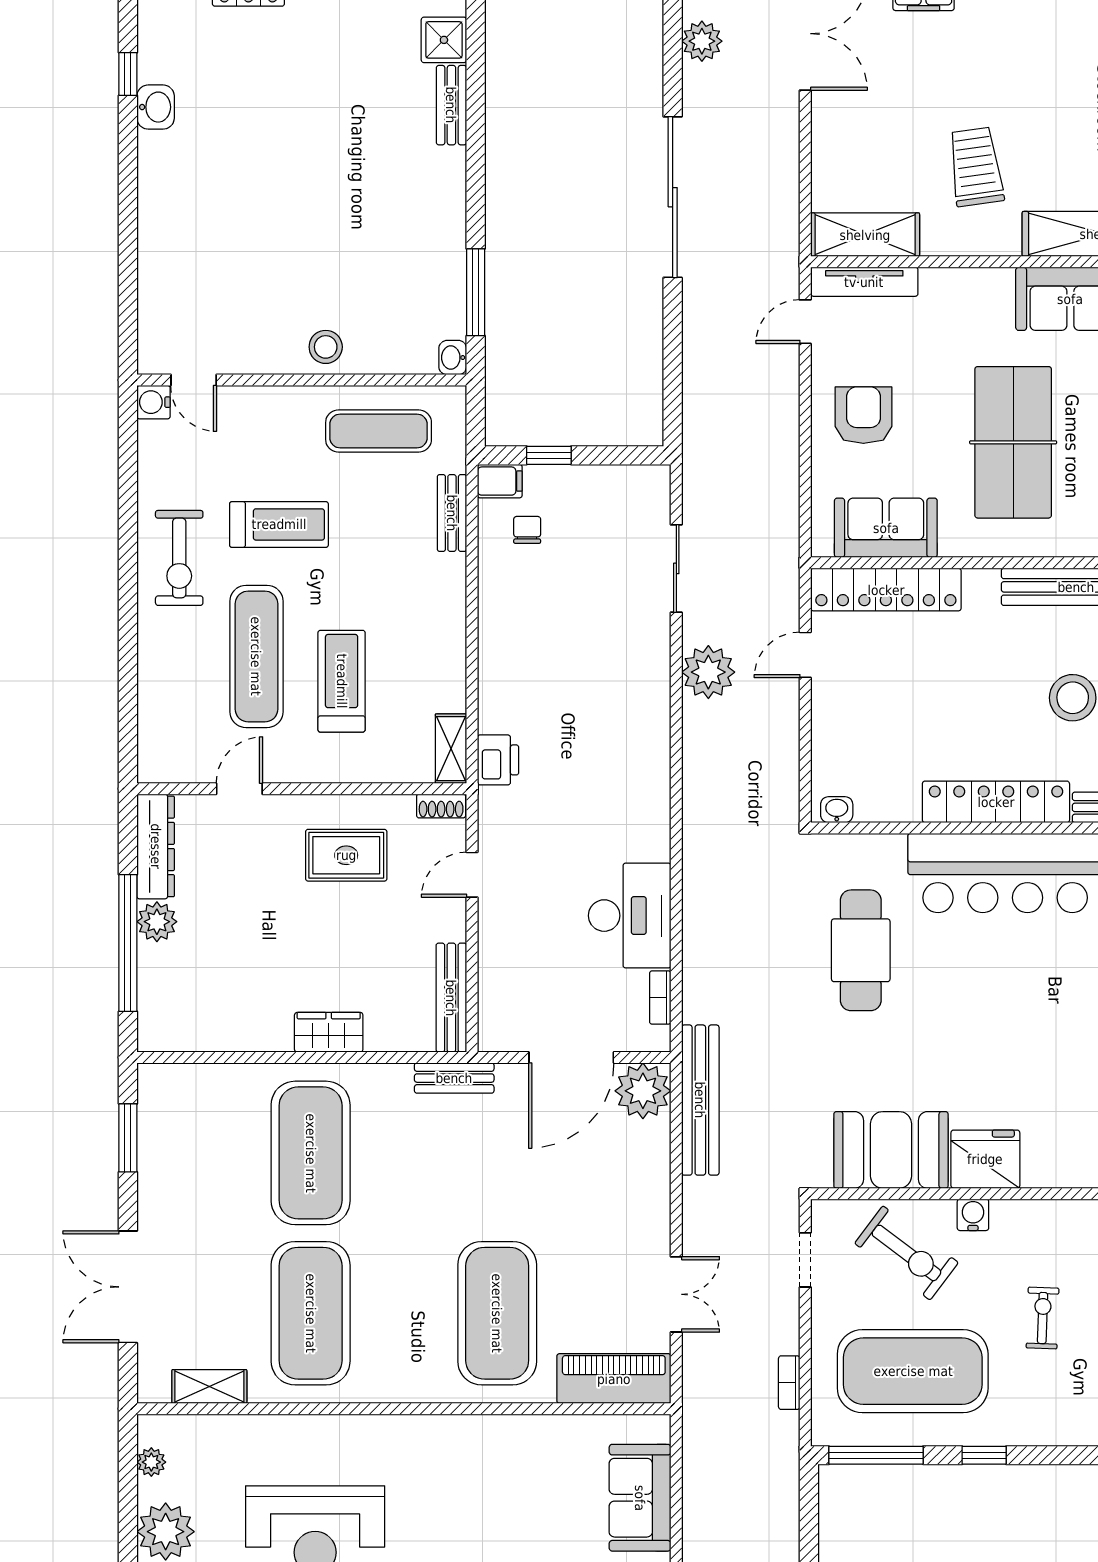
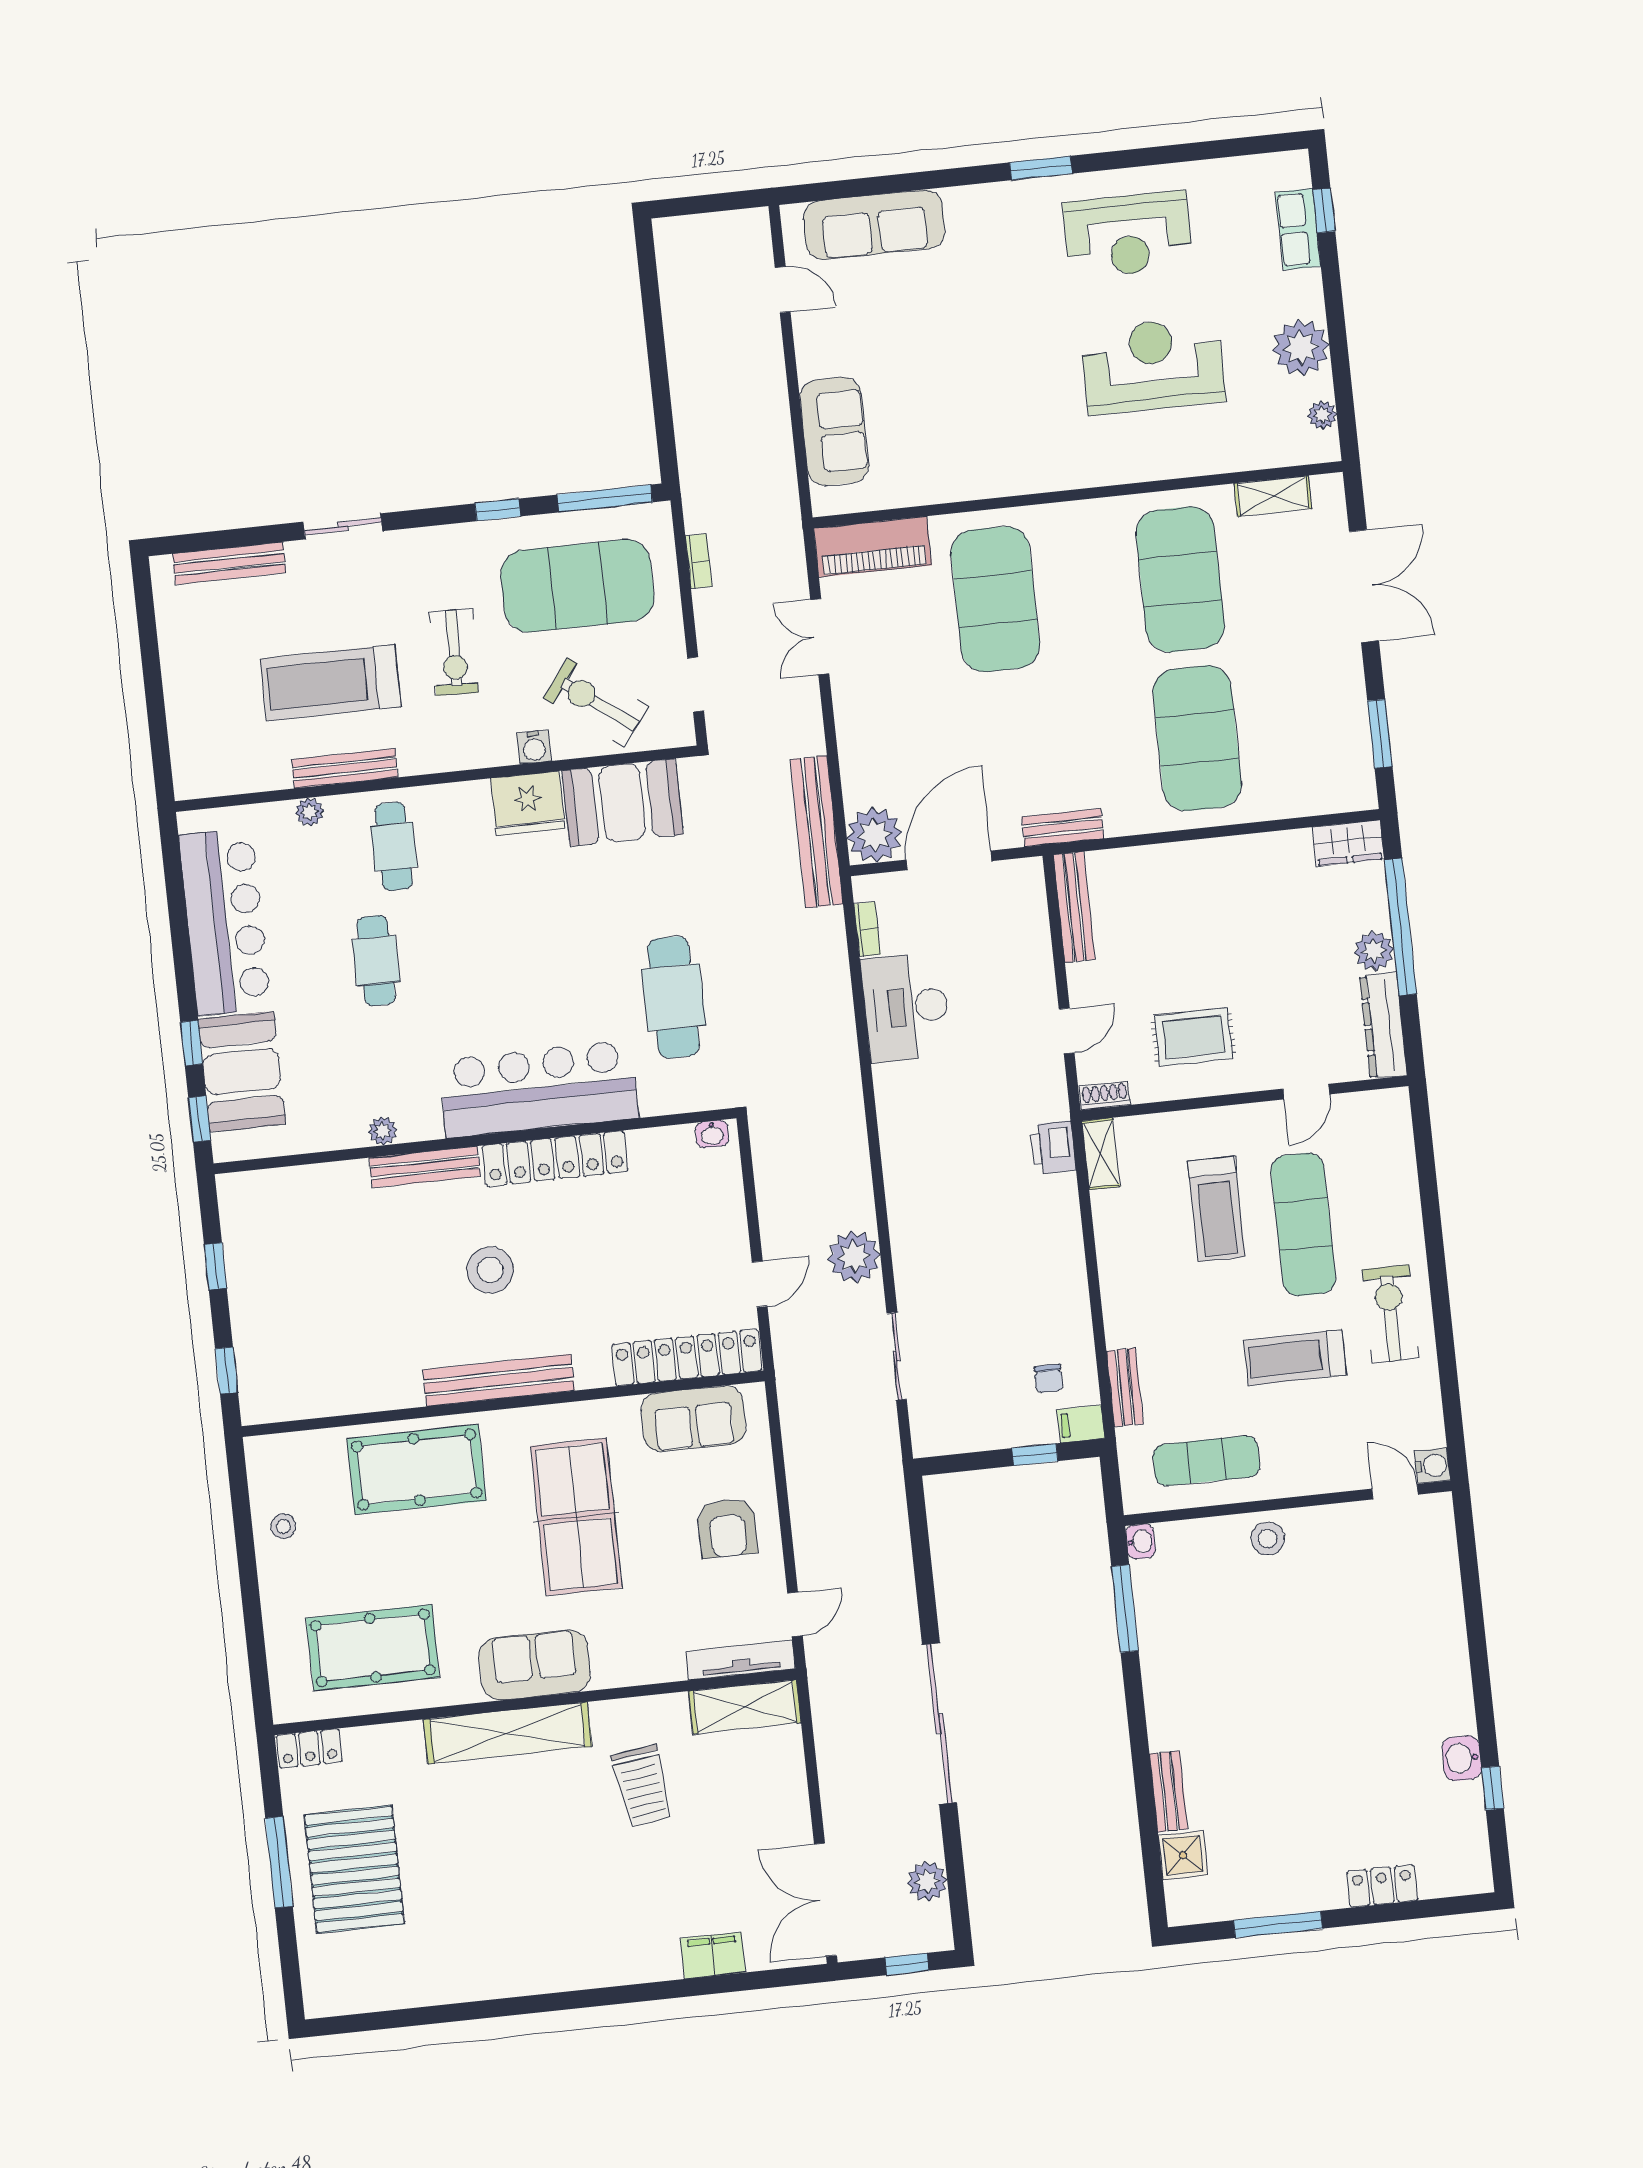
wardrobe: (329, 1032) -> (1348, 843), moved
exercise bike: (1043, 1318) -> (454, 652), width x1.38, depth x1.39

